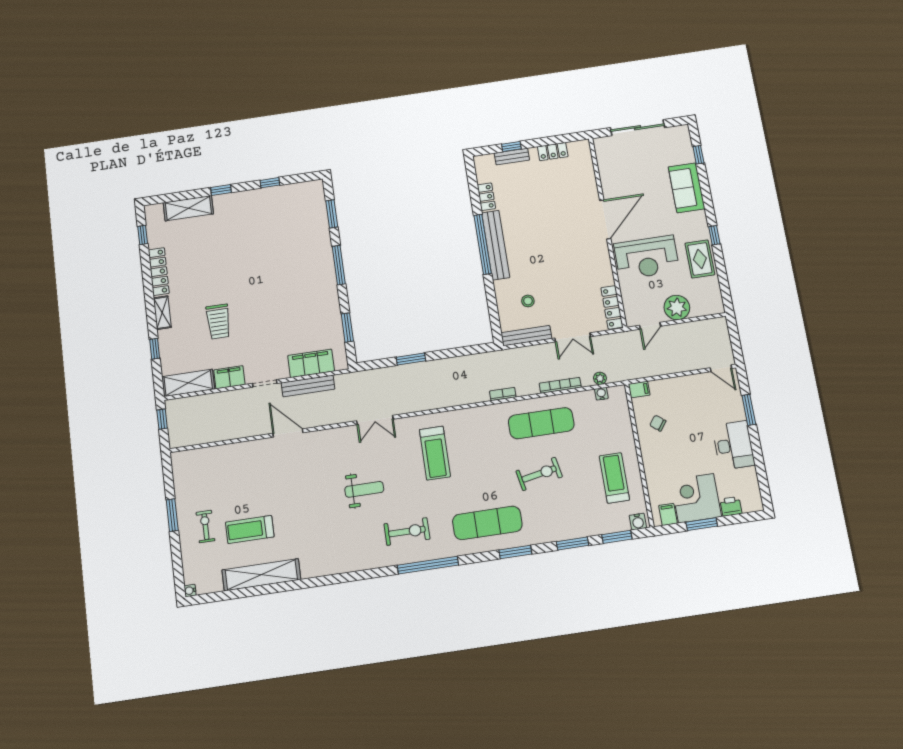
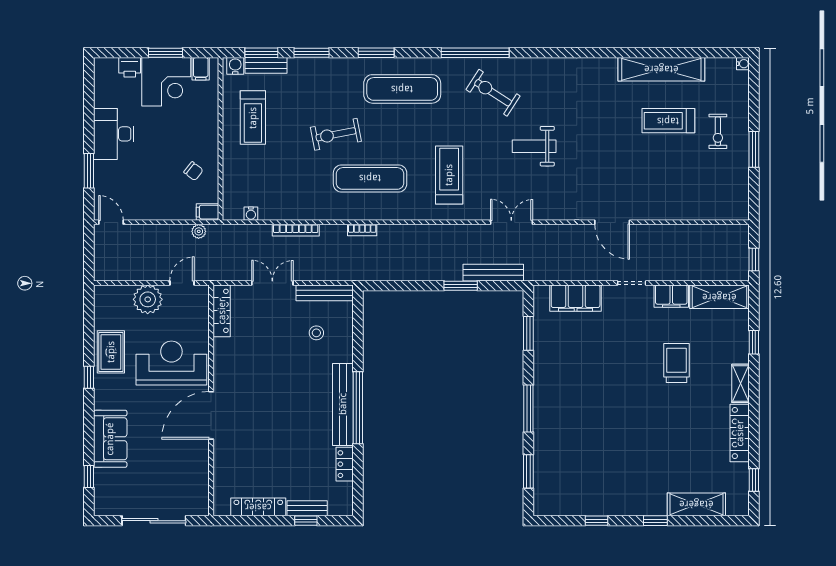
locker: (553, 152) -> (258, 507), width x1.53
plant: (600, 378) -> (199, 231), moved
bench: (308, 386) -> (493, 273), moved
exercise mat: (541, 423) -> (370, 178), moved
bench: (611, 526) -> (266, 65), added
treadmill: (250, 530) -> (668, 121), turned 180
exercise bike: (407, 531) -> (493, 93), turned 33

